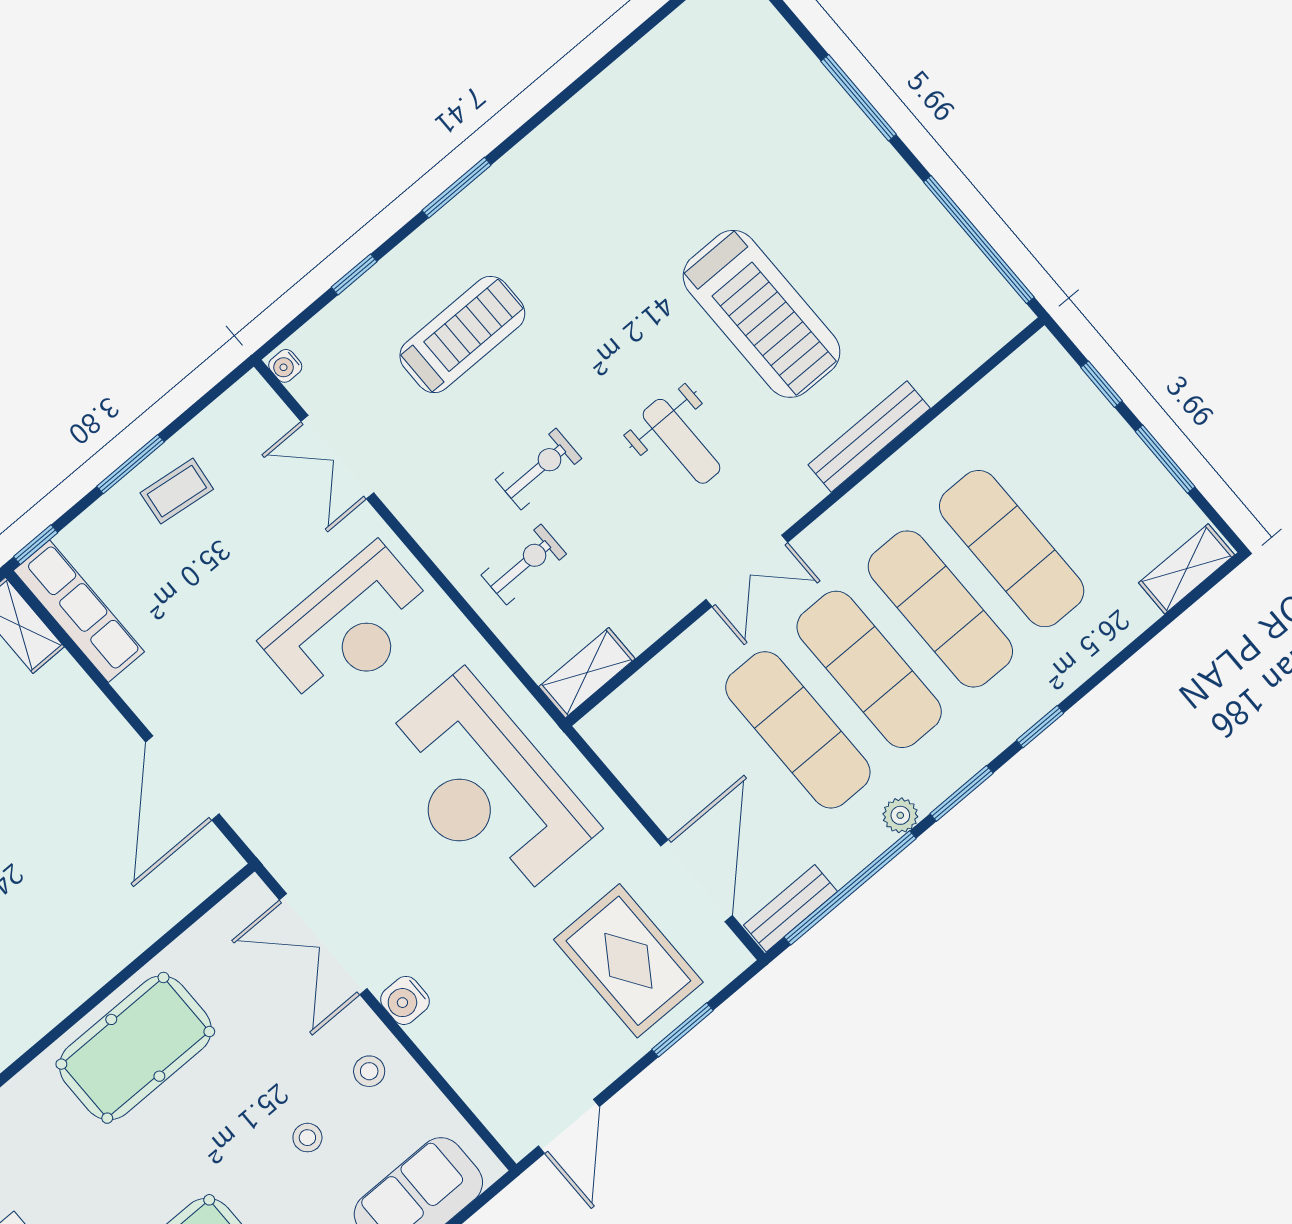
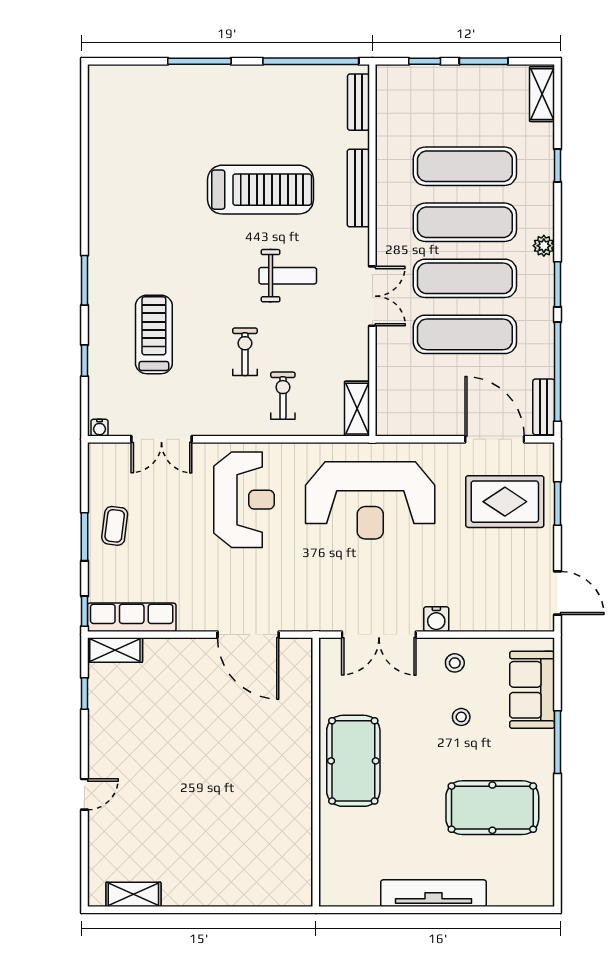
bench: (978, 344) -> (358, 102), added
window: (1040, 727) -> (557, 165), moved
plant: (900, 815) -> (544, 246), moved

